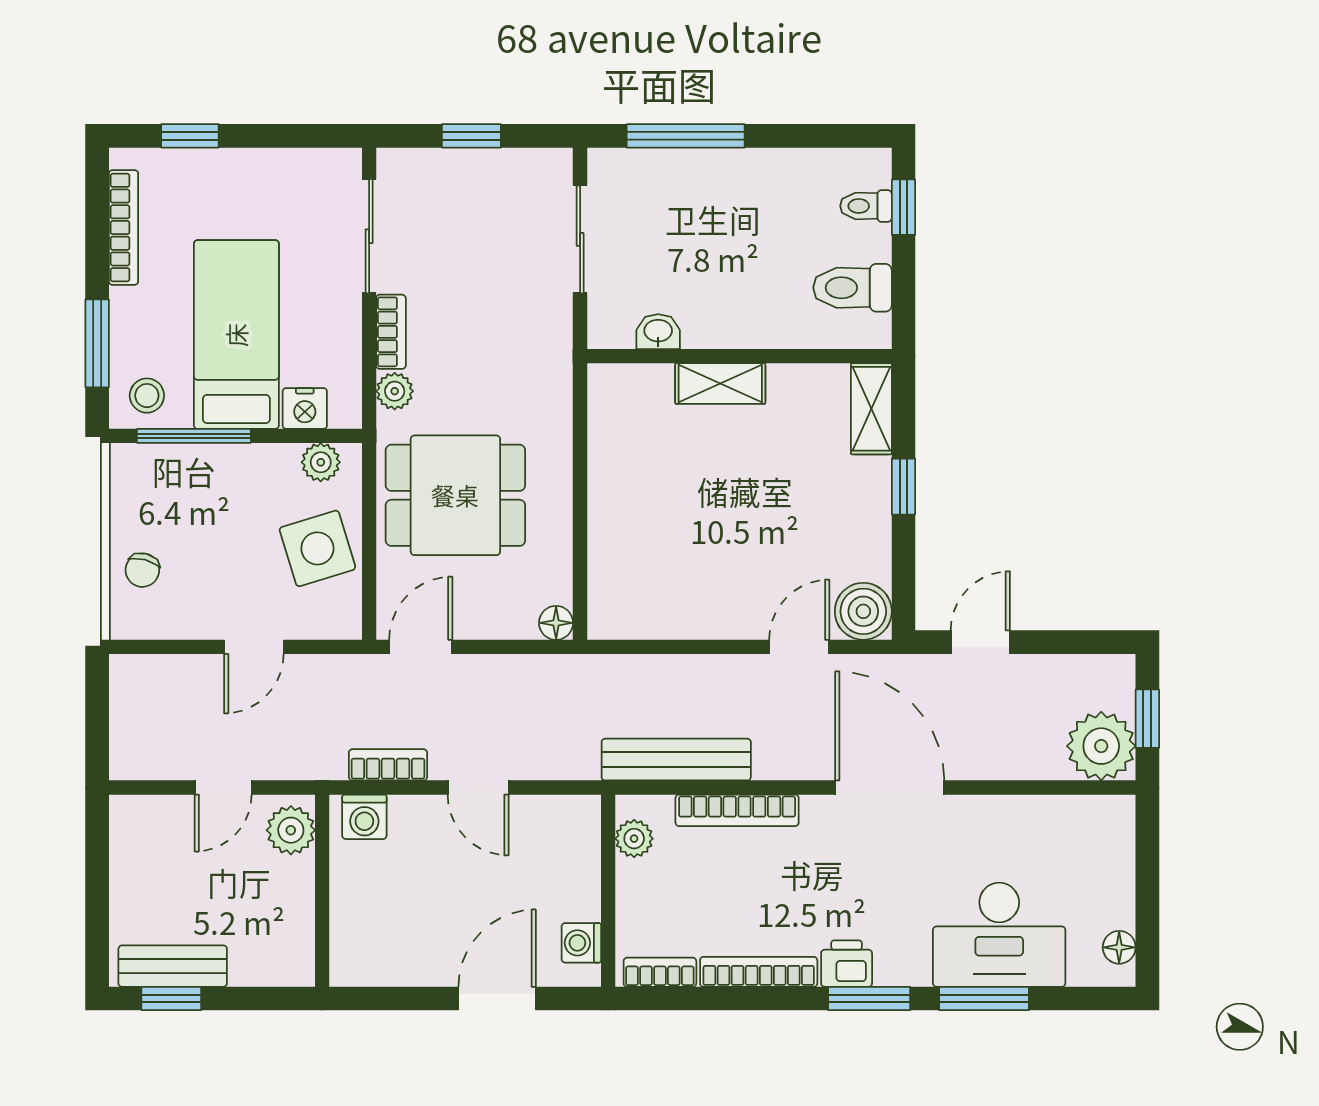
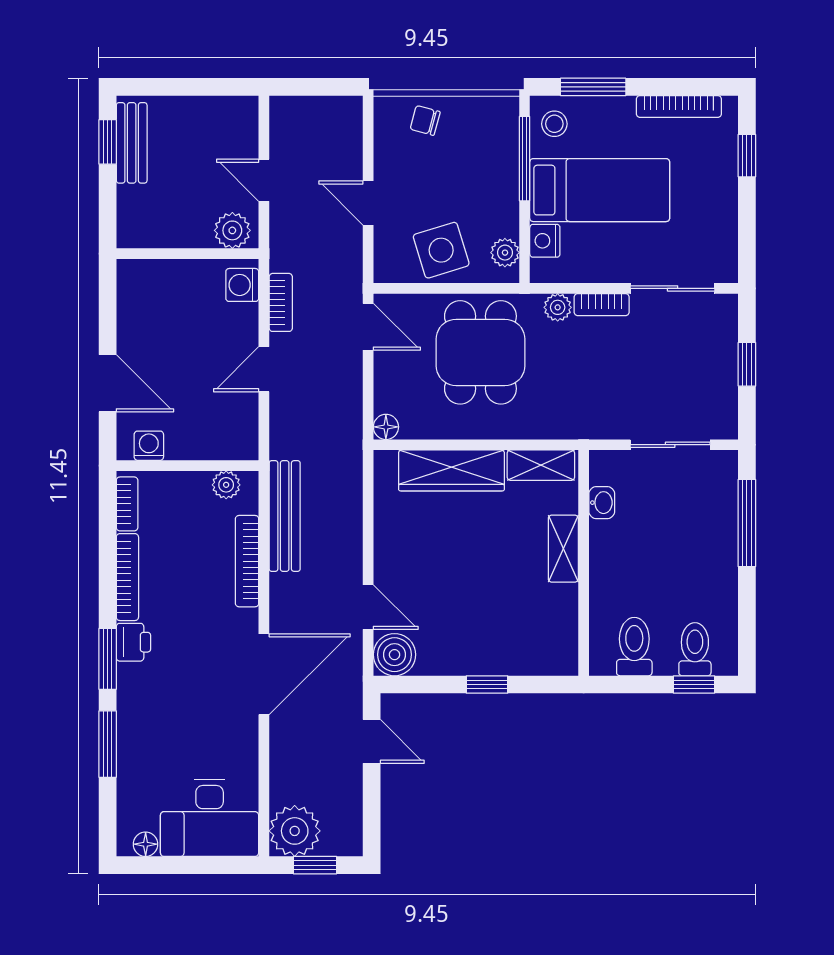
toilet: (866, 206) -> (695, 649), width x1.37, depth x1.39
shelving: (871, 409) -> (541, 465), moved
wardrobe: (615, 534) -> (451, 470), added
desk: (999, 935) -> (210, 818), moved, turned -90

